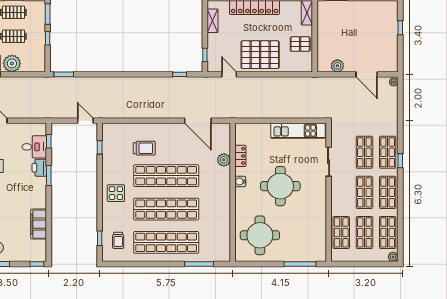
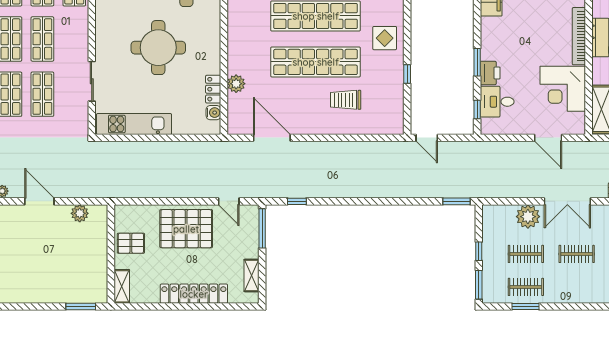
window: (205, 55) -> (262, 228), width x2.17
window: (100, 147) -> (407, 74), moved
water cooler: (240, 181) -> (213, 113), moved

